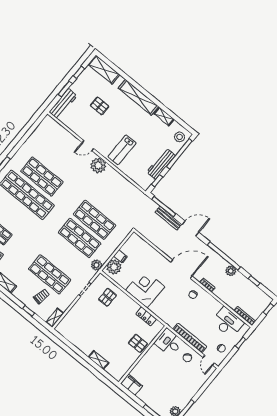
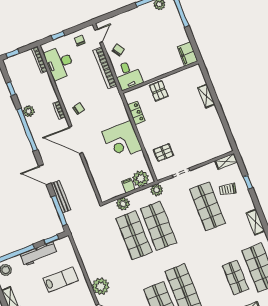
lab bench: (122, 150) -> (61, 280), moved
plant: (117, 240) -> (123, 204), added

